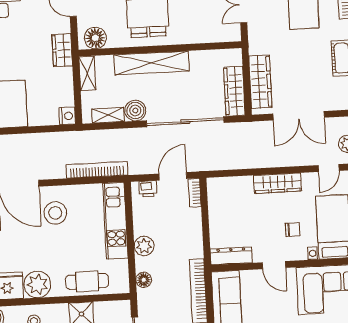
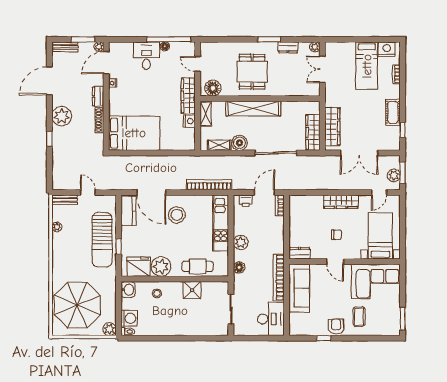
wardrobe: (62, 50) -> (188, 96), width x1.50
nightstand: (67, 116) -> (189, 121), moved
sliding door: (185, 122) -> (276, 153), width x0.73
chair: (293, 229) -> (336, 235), moved
dresser: (231, 256) -> (300, 253), width x0.70

